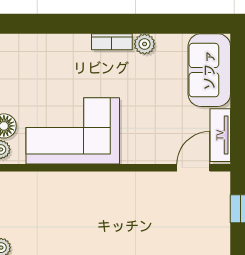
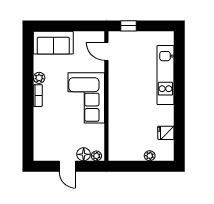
corner sofa: (73, 131) -> (86, 98), moved
tv unit: (220, 135) -> (89, 37), removed

